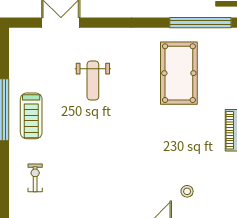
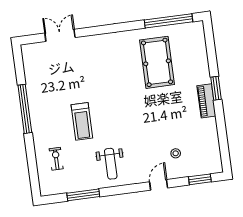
weight bench: (93, 81) -> (111, 164), moved
treadmill: (31, 116) -> (82, 121), moved

